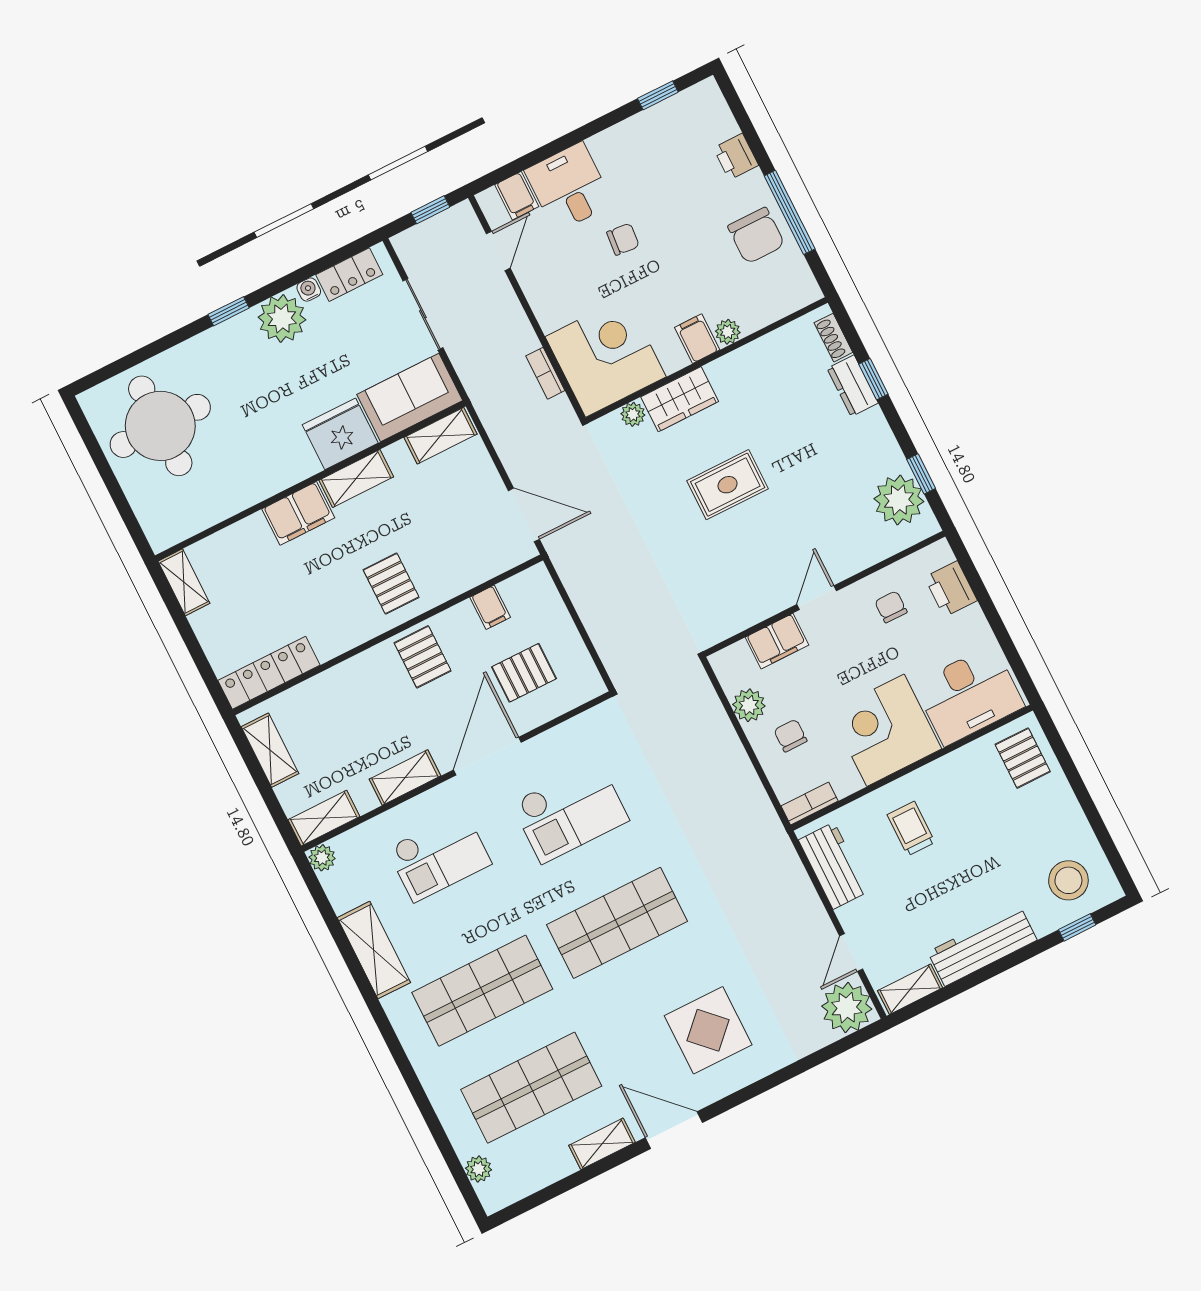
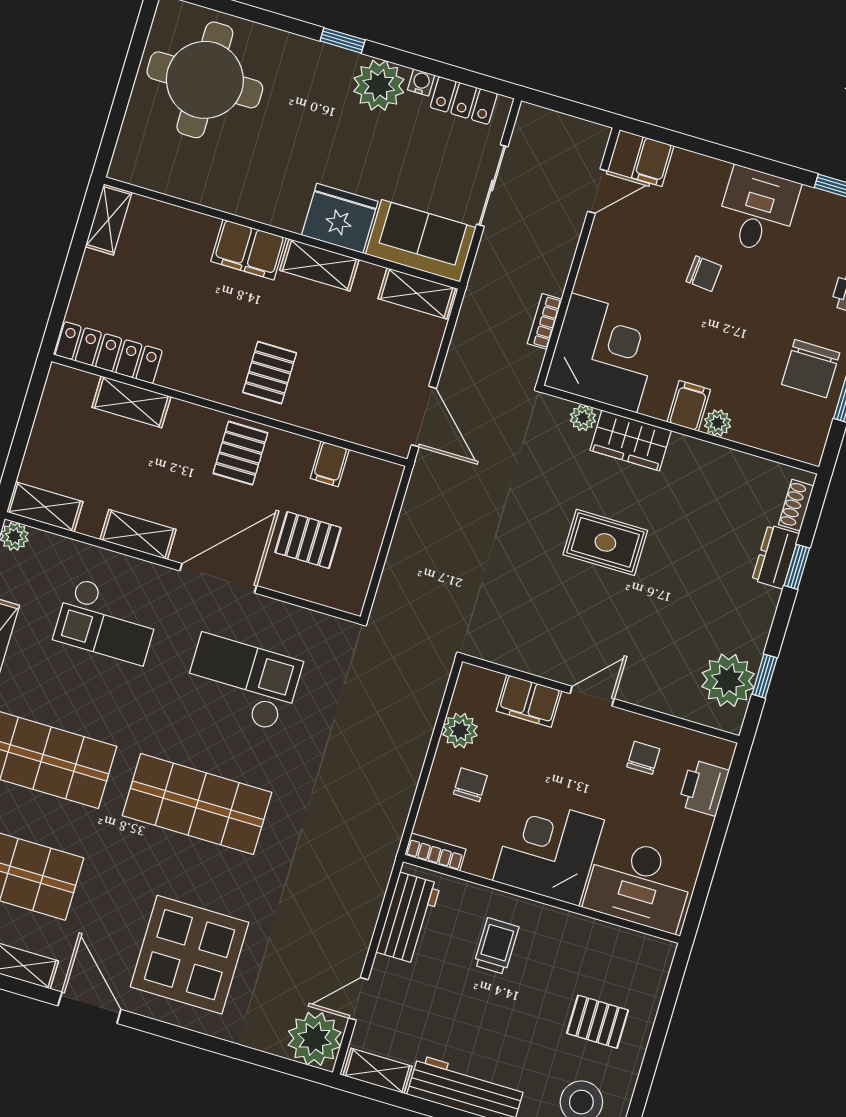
desk: (569, 187) -> (757, 210), moved
window: (430, 210) -> (575, 109), removed
shelving: (270, 750) -> (131, 402), moved, turned 90
pallet: (1023, 758) -> (598, 1022), moved, turned 90
checkout: (570, 812) -> (242, 682), turned 180
display table: (708, 1030) -> (189, 955), width x1.36, depth x1.36

